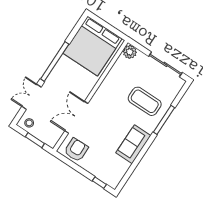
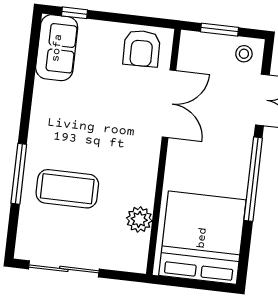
plant: (130, 52) -> (139, 219), moved
sofa: (133, 144) -> (57, 48), moved

